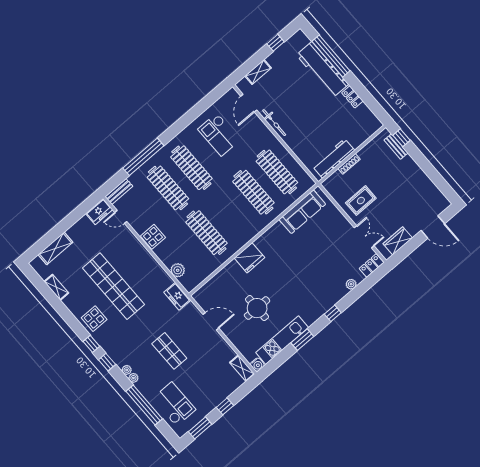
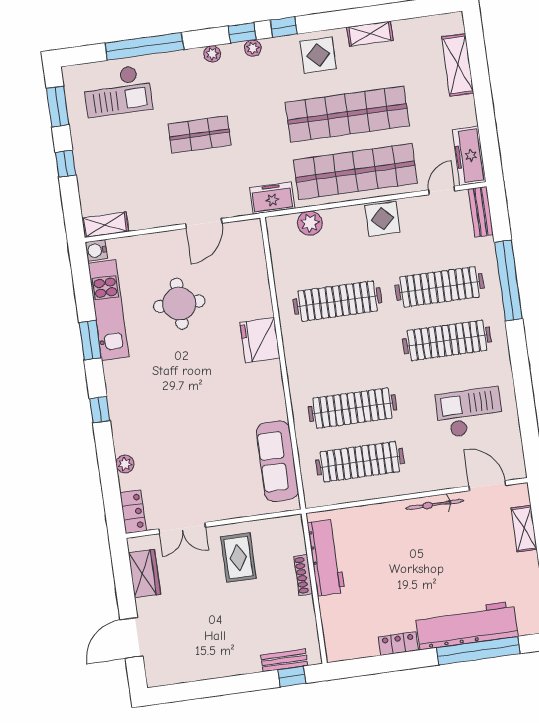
freezer: (99, 212) -> (469, 156), width x1.40
shop shelf: (139, 264) -> (355, 172), added
shelving: (56, 287) -> (370, 34), moved
plant: (133, 378) -> (253, 48), moved

